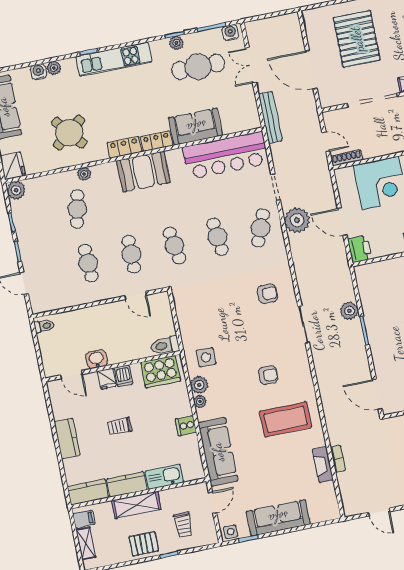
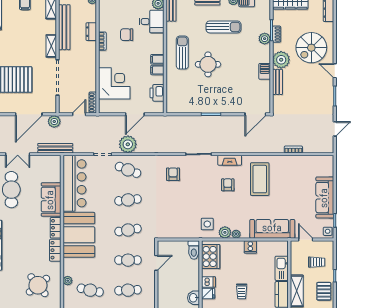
booth: (143, 172) -> (79, 235), width x1.36, depth x1.42
printer: (360, 249) -> (157, 93), moved, turned -90
plant: (349, 311) -> (54, 122), moved
fireplace: (323, 465) -> (230, 160), moved

